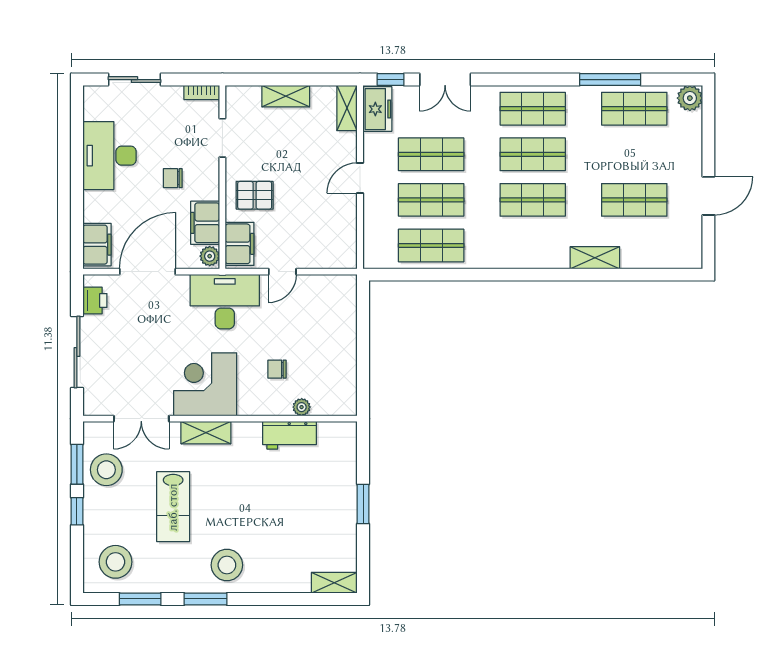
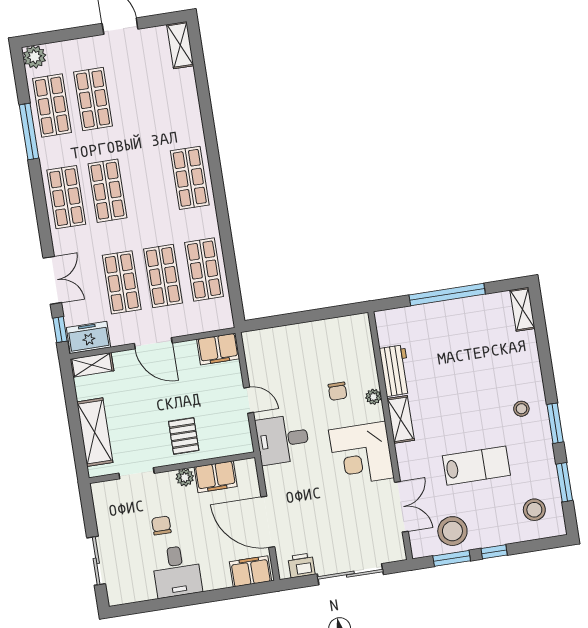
bookcase: (202, 92) -> (98, 498), removed
shelving: (286, 96) -> (95, 432), width x1.50, depth x1.33
desk: (110, 156) -> (177, 571), width x0.73
chair: (173, 178) -> (161, 525), moved, turned 180
door: (360, 178) -> (153, 343), width x1.38
shop shelf: (533, 200) -> (190, 178), moved
shop shelf: (634, 200) -> (93, 99), moved
filing cabinet: (240, 244) -> (218, 349), moved, turned 180
plant: (210, 256) -> (185, 477), moved
shelving: (595, 258) -> (180, 45), moved
desk: (225, 302) -> (283, 439), width x0.73
plant: (302, 407) -> (373, 397), moved
shelving: (206, 433) -> (401, 419), moved
window: (363, 504) -> (447, 294), width x2.11
stool: (116, 562) -> (534, 510), width x0.73, depth x0.73
stool: (227, 565) -> (521, 409), width x0.53, depth x0.53

